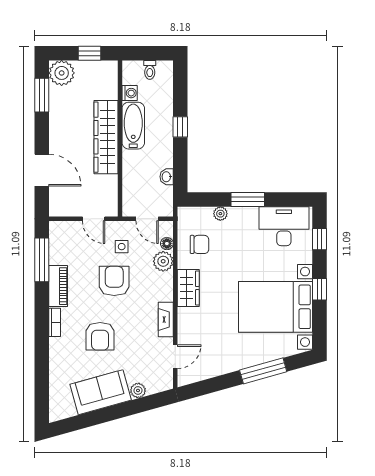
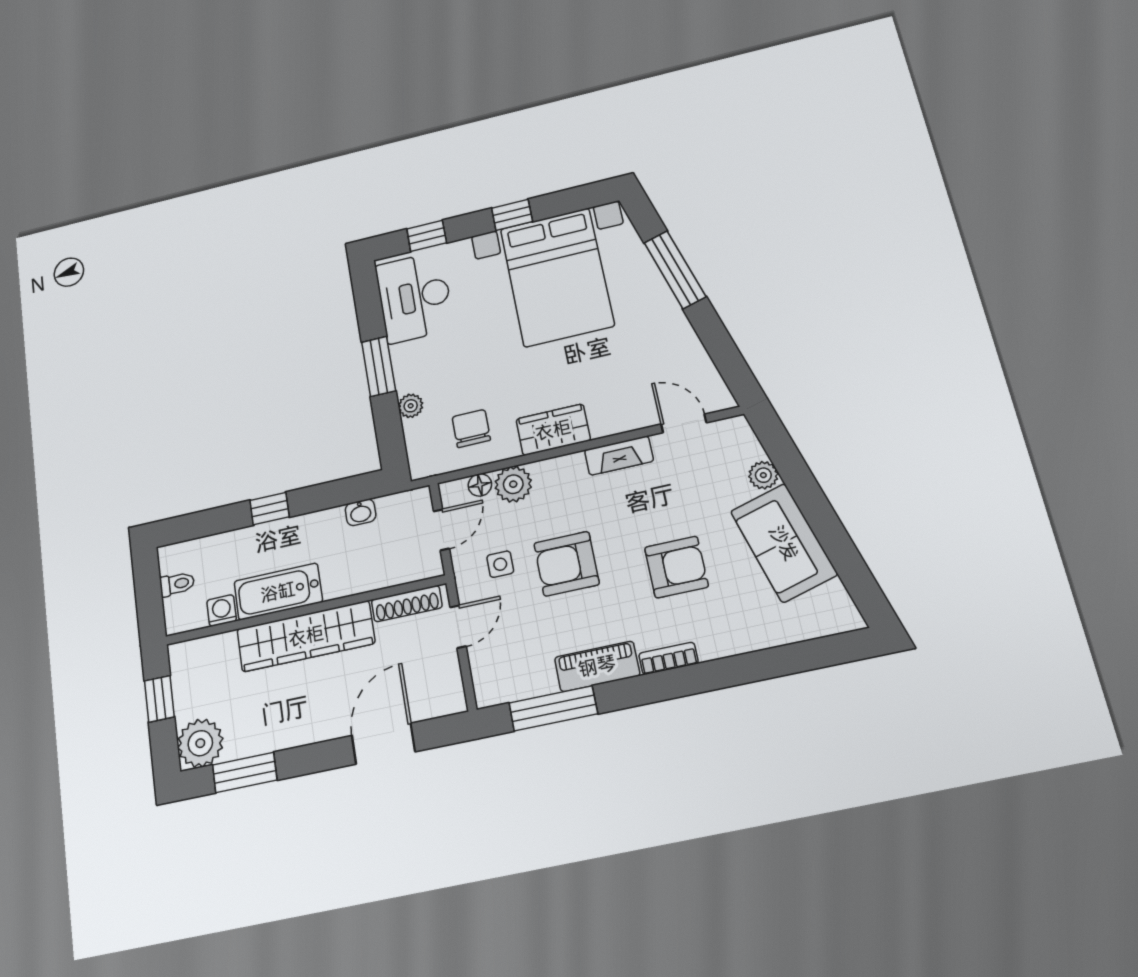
shoe rack: (112, 194) -> (407, 604), added

